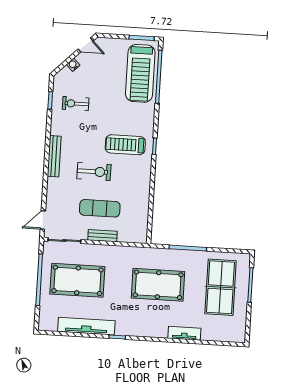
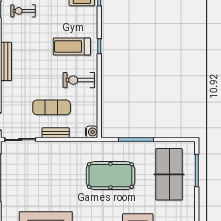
exercise bike: (94, 172) -> (79, 80), moved, turned 180
water cooler: (141, 237) -> (92, 132), added
pool table: (77, 280) -> (35, 176), removed

